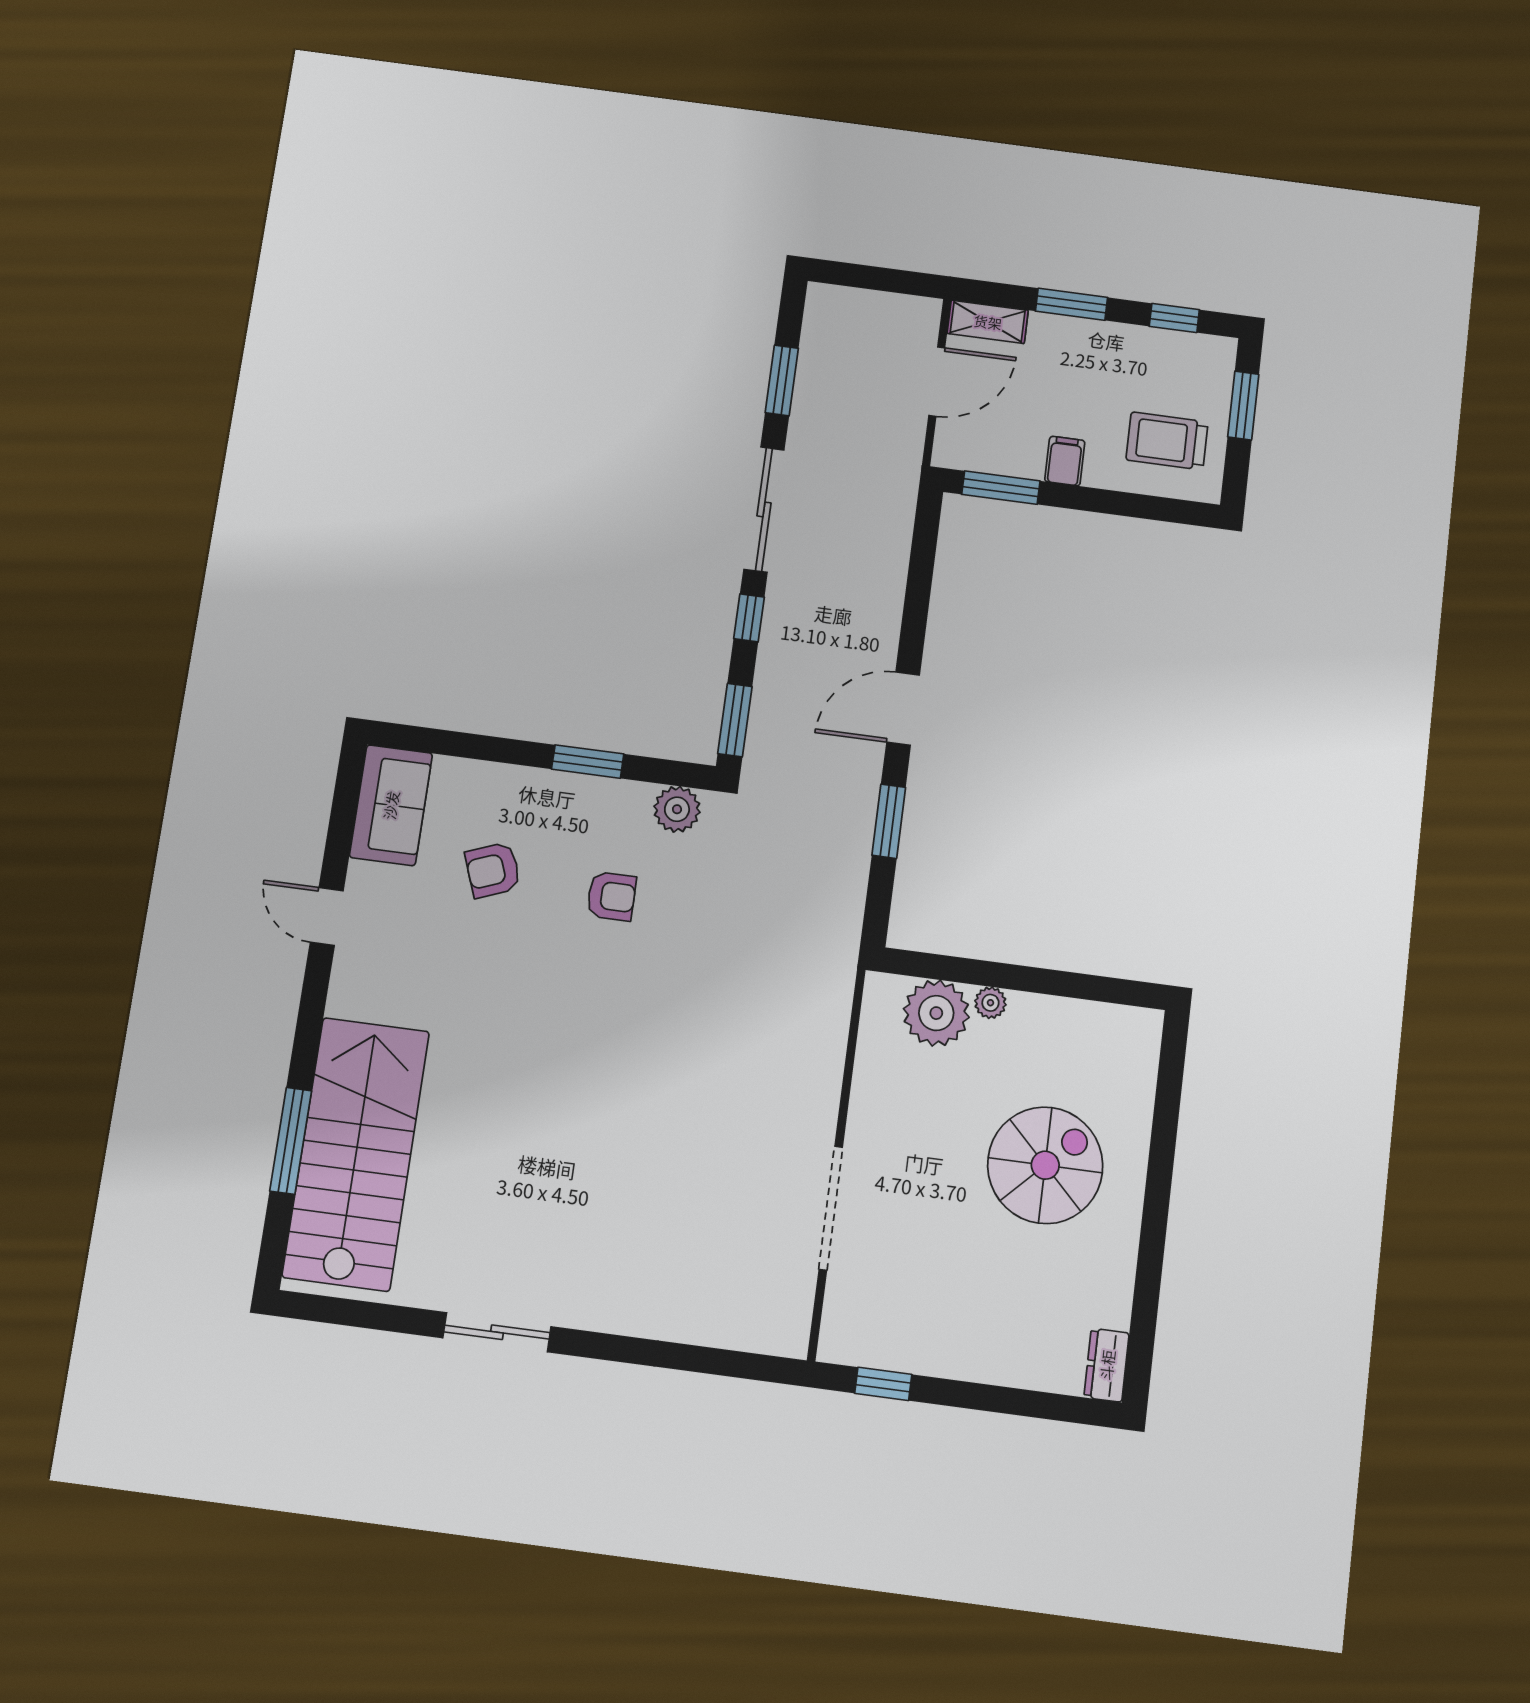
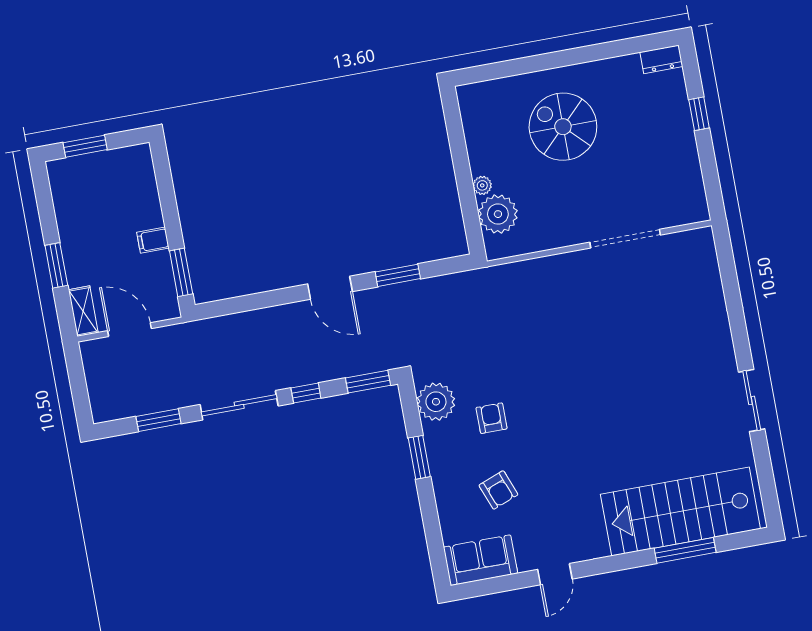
window: (1174, 318) -> (45, 202), removed
trolley: (1167, 441) -> (121, 184), removed
plant: (677, 809) -> (436, 402), width x1.36, depth x1.36
window: (883, 1384) -> (699, 114), moved

